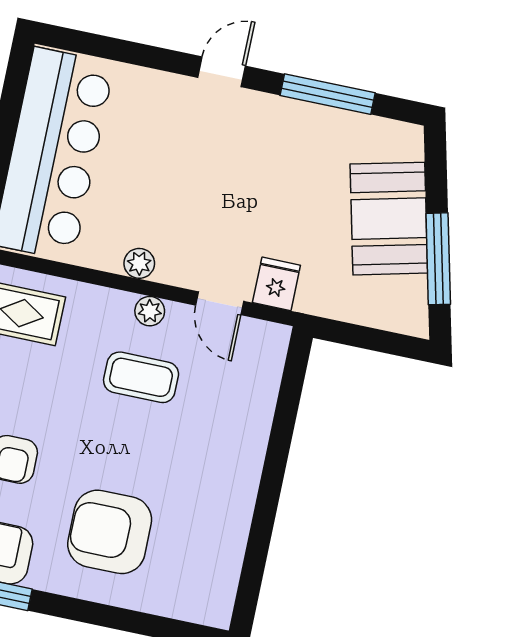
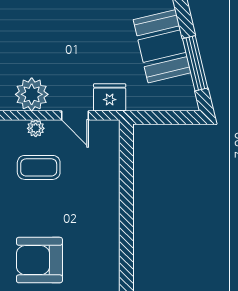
plant: (139, 263) -> (32, 94), width x1.88, depth x1.88
fridge: (276, 284) -> (110, 97), width x1.38

